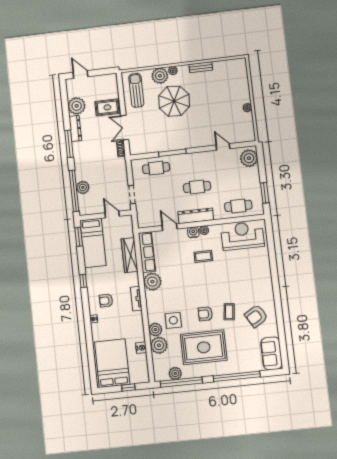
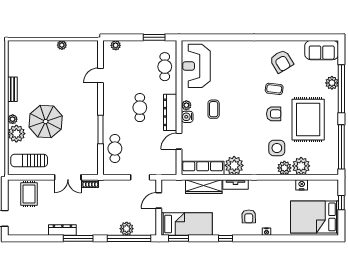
plant: (77, 106) -> (38, 226), removed
rug: (107, 107) -> (29, 194), moved
plant: (249, 158) -> (116, 45), width x0.53, depth x0.53
tv unit: (136, 299) -> (236, 184), moved
armchair: (205, 314) -> (274, 114), turned -90
plant: (175, 373) -> (332, 83), moved

